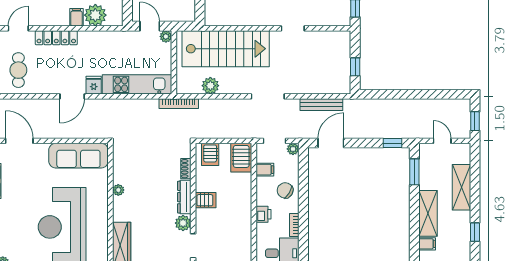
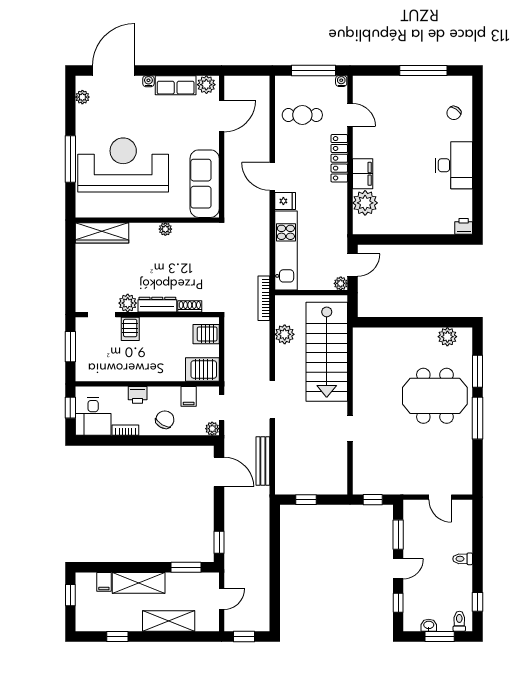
filing cabinet: (76, 17) -> (363, 174), width x2.00
server rack: (206, 200) -> (130, 329), moved

